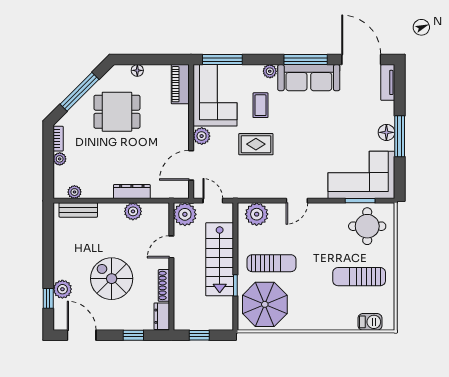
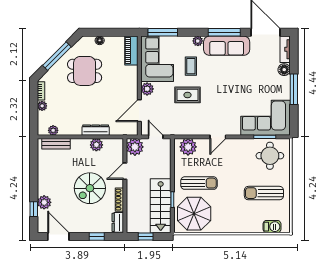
floor lamp: (386, 132) -> (284, 70), moved
stairs: (220, 259) -> (161, 206), moved
spiral stairs: (112, 279) -> (90, 188), moved, turned -90

